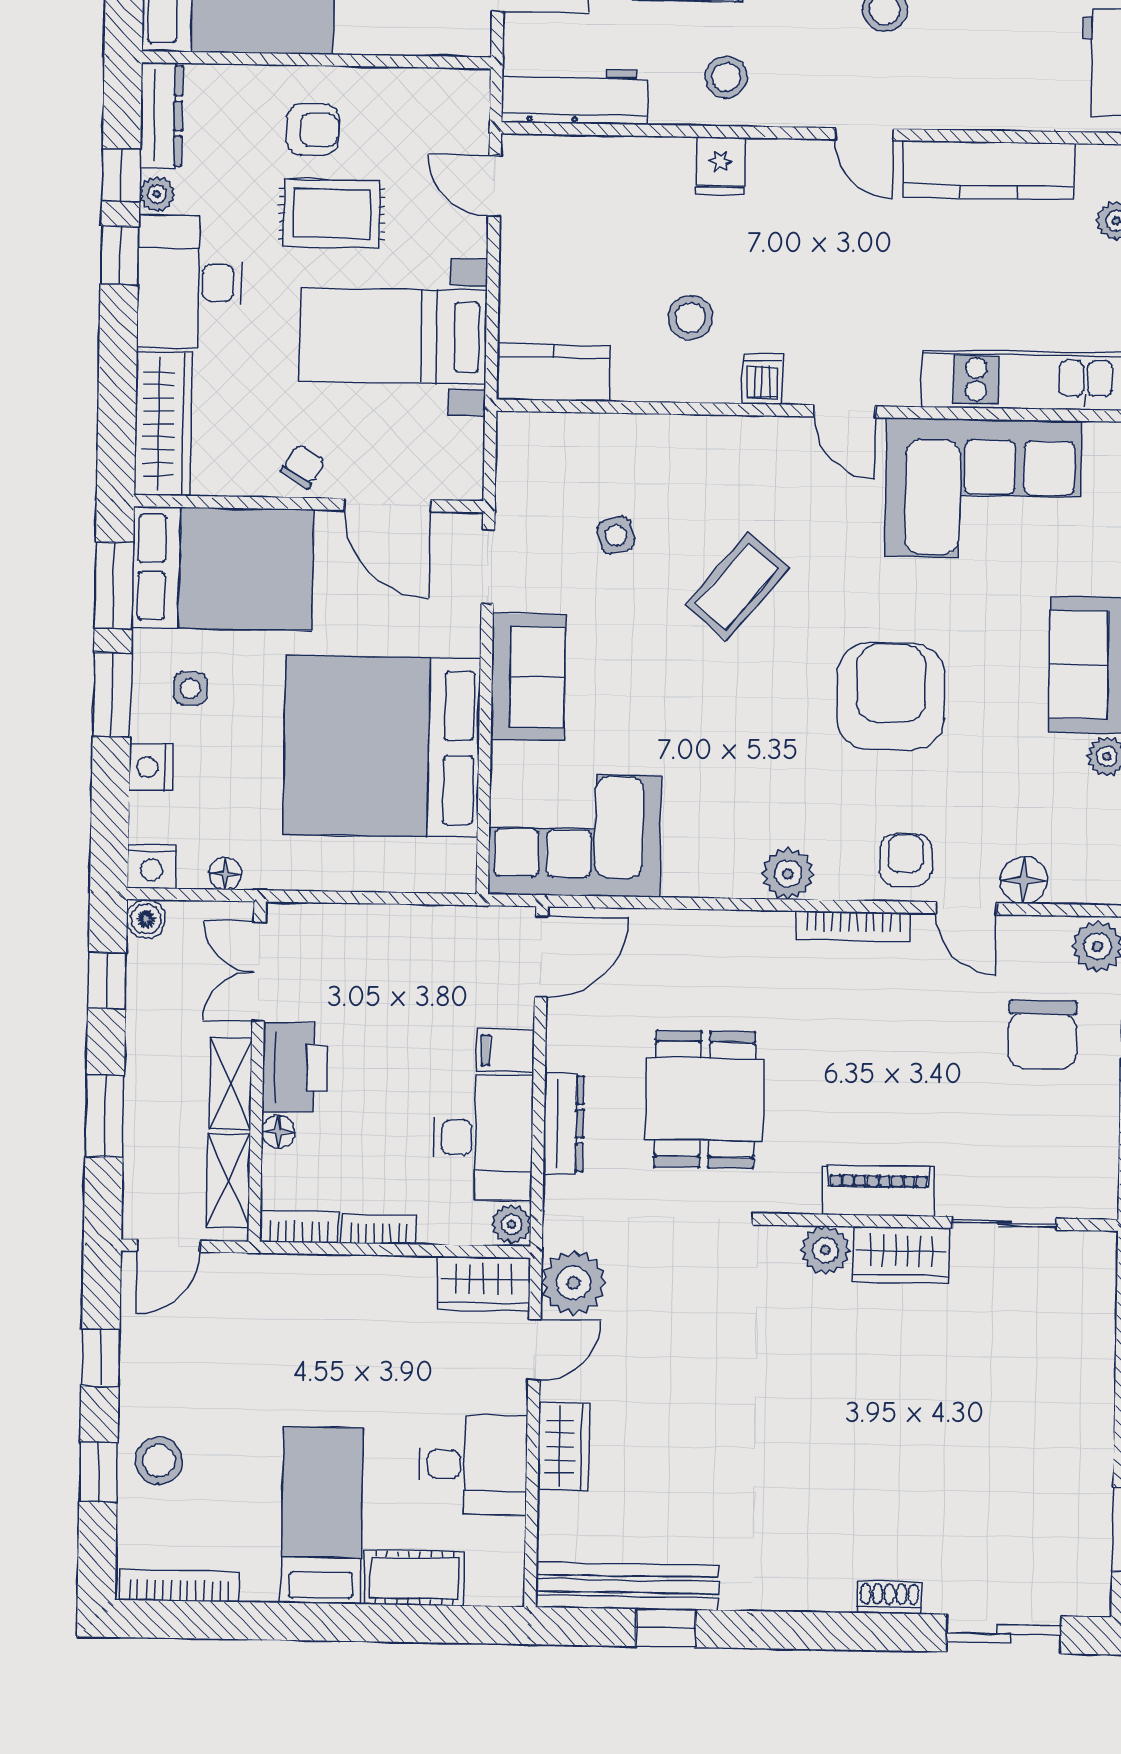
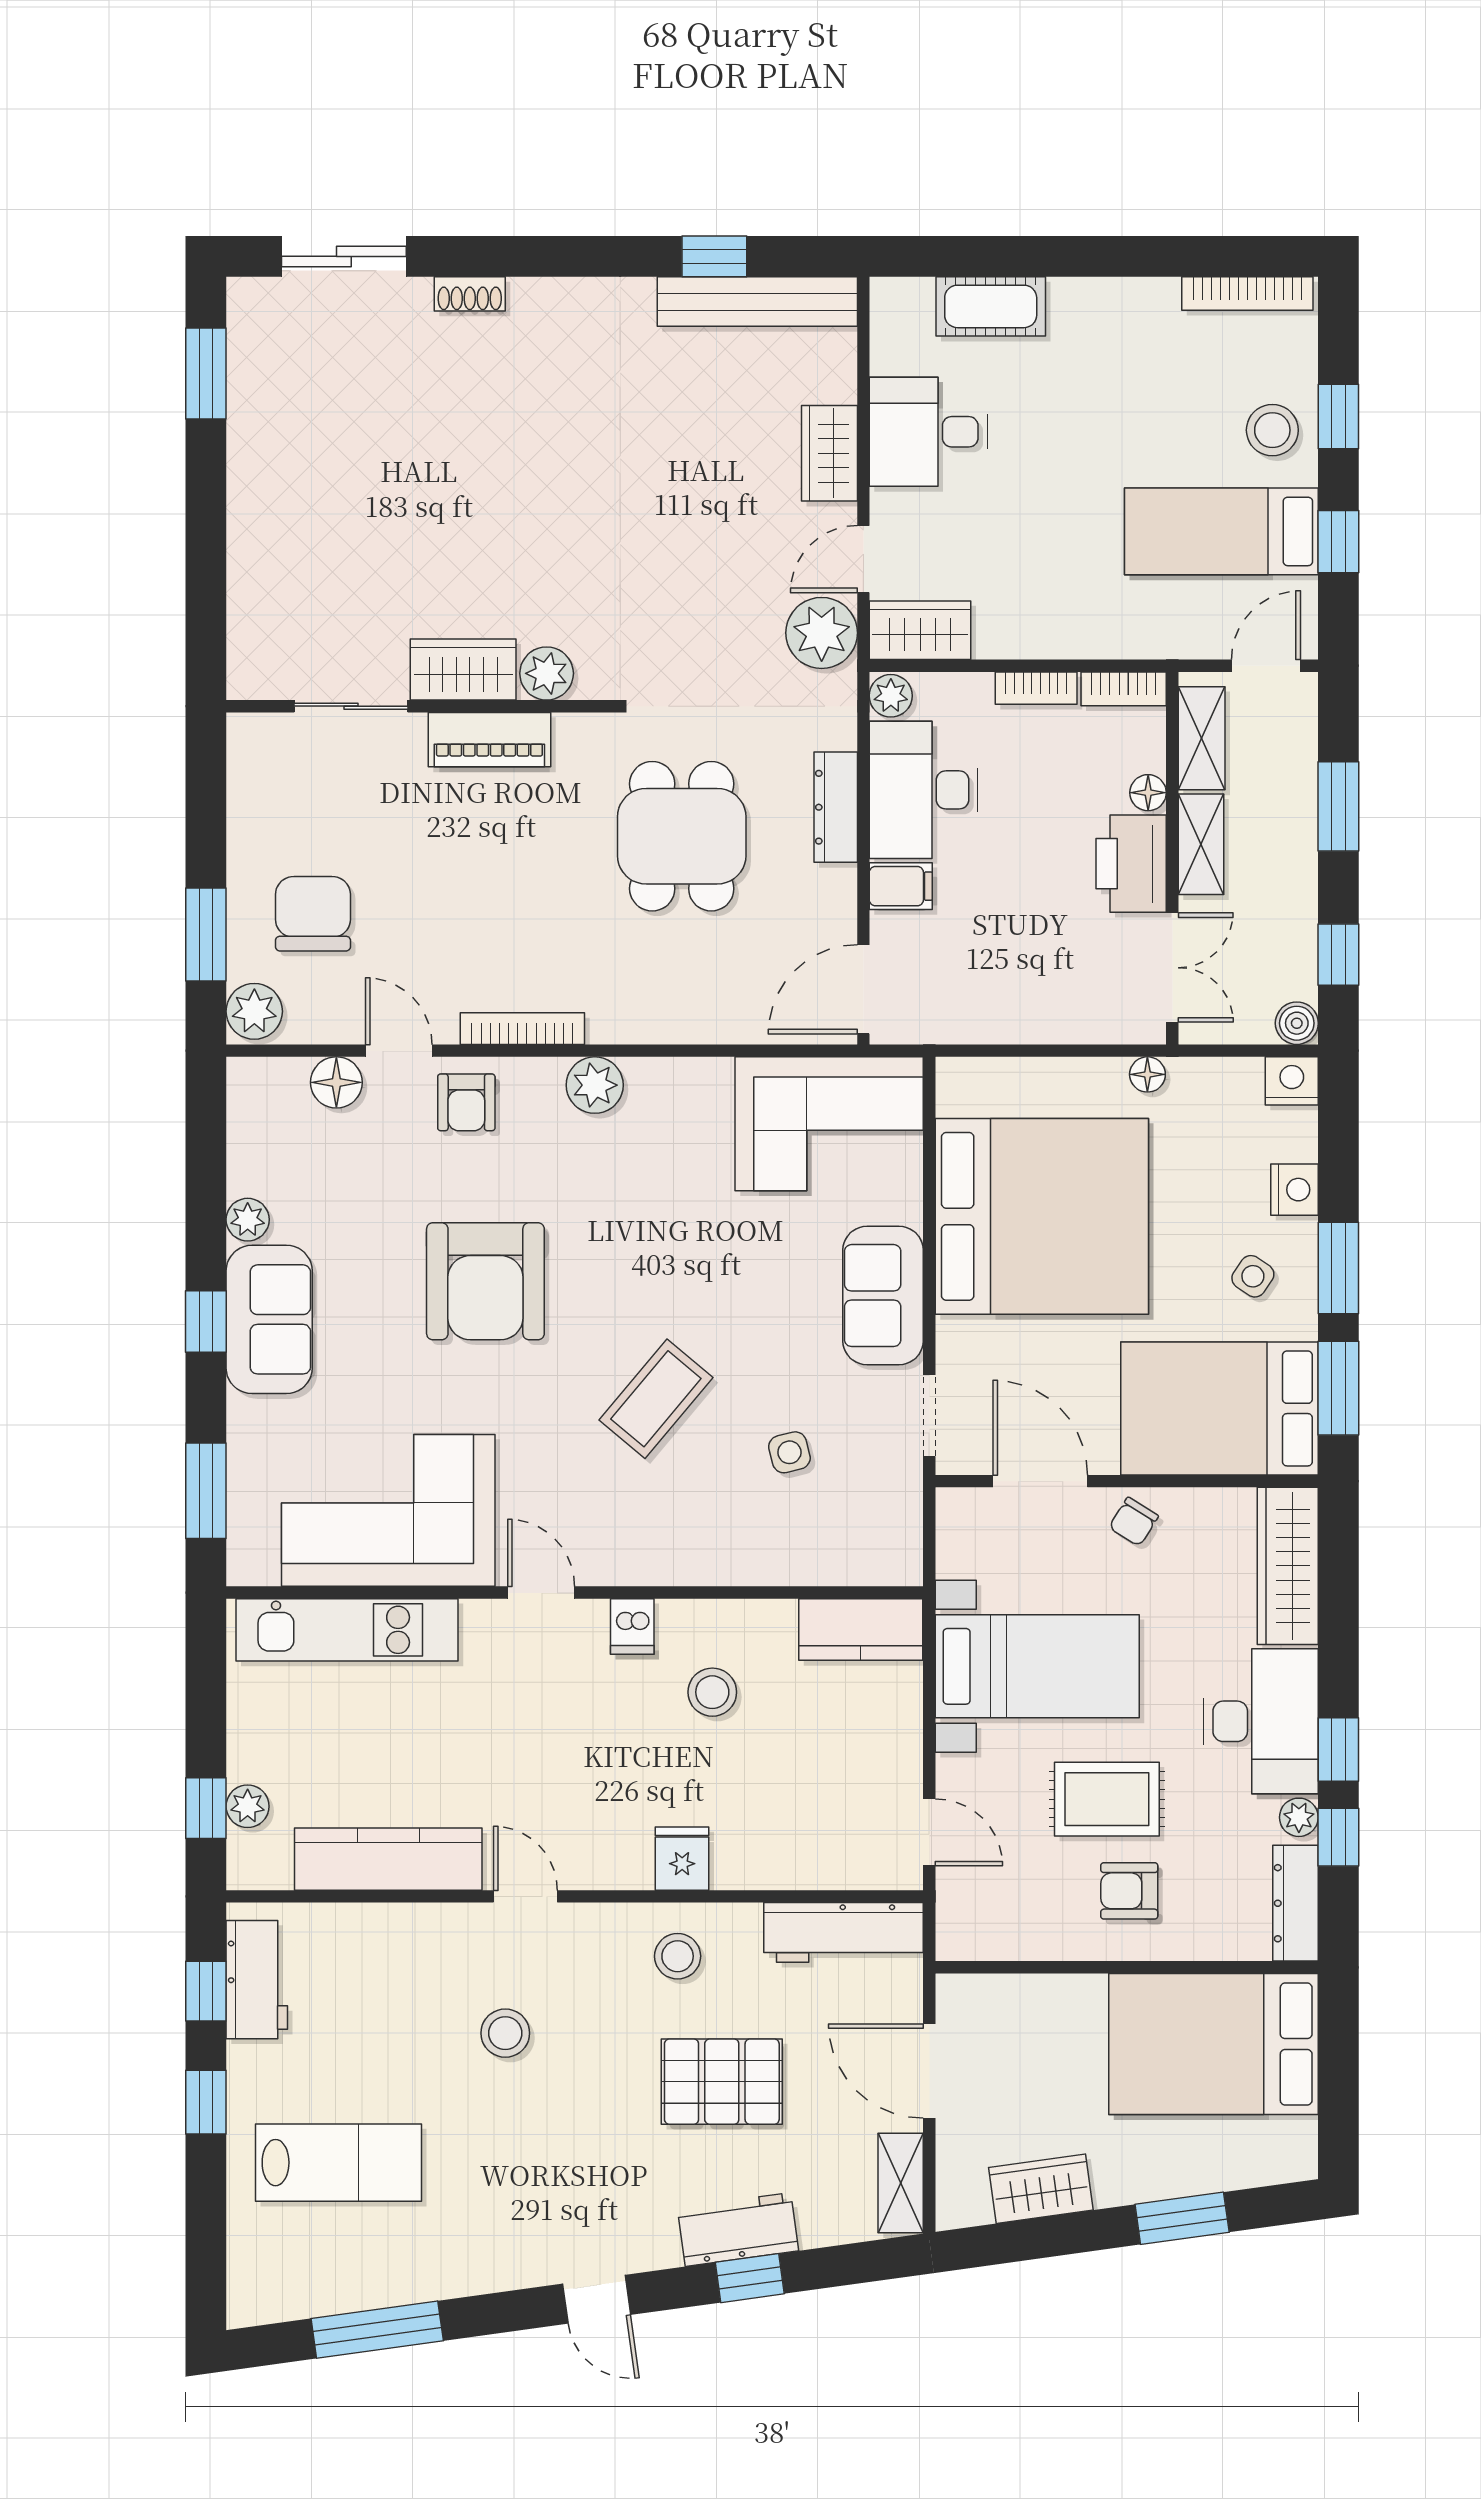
side table: (190, 689) -> (1253, 1276), turned 34
floor lamp: (225, 874) -> (1147, 1074), moved
bed: (322, 1515) -> (1221, 531), moved, turned 90

